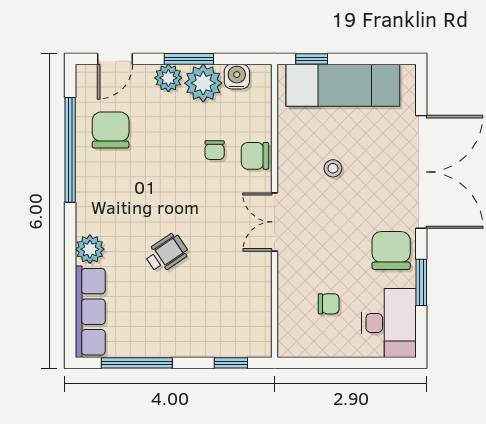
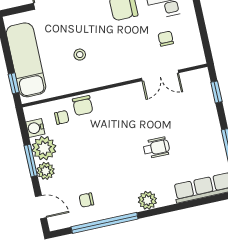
chair: (111, 130) -> (86, 200), width x0.54, depth x0.54
chair: (215, 150) -> (62, 117), moved
double door: (275, 222) -> (160, 76), moved
plant: (90, 249) -> (147, 200), moved
wheelchair: (167, 253) -> (156, 148), turned 124

